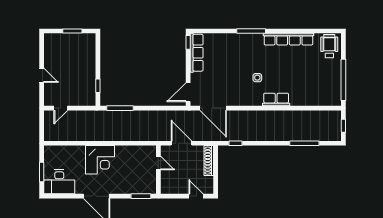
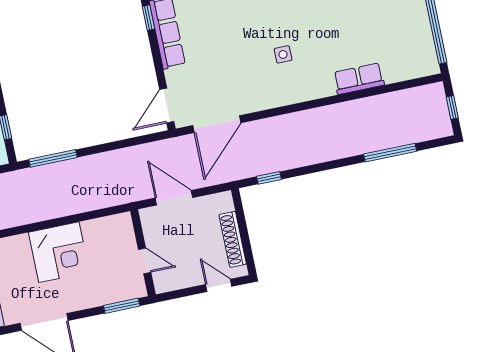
row of seats: (276, 99) -> (359, 79), moved
door: (213, 108) -> (217, 124), hinge flipped
corner desk: (100, 160) -> (59, 252), moved
shoe rack: (209, 161) -> (233, 239), moved
door: (158, 163) -> (145, 261), moved

